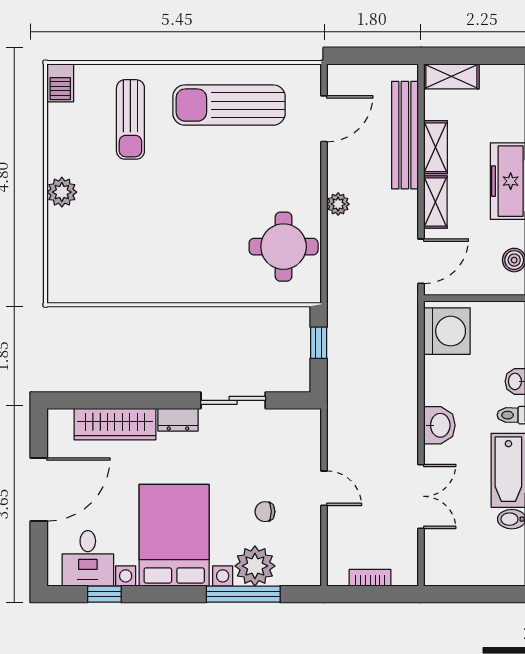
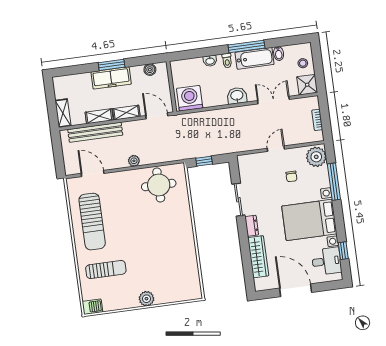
stool: (486, 564) -> (303, 63), added
plant: (255, 566) -> (316, 157), moved
shower: (442, 567) -> (307, 85), added

